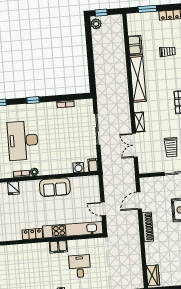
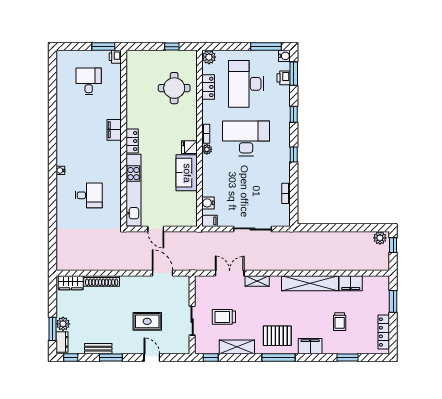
fridge: (13, 188) -> (189, 147), moved
door: (103, 209) -> (156, 229), swing flipped
shoe rack: (148, 227) -> (102, 281), moved
filing cabinet: (58, 247) -> (114, 130), moved

